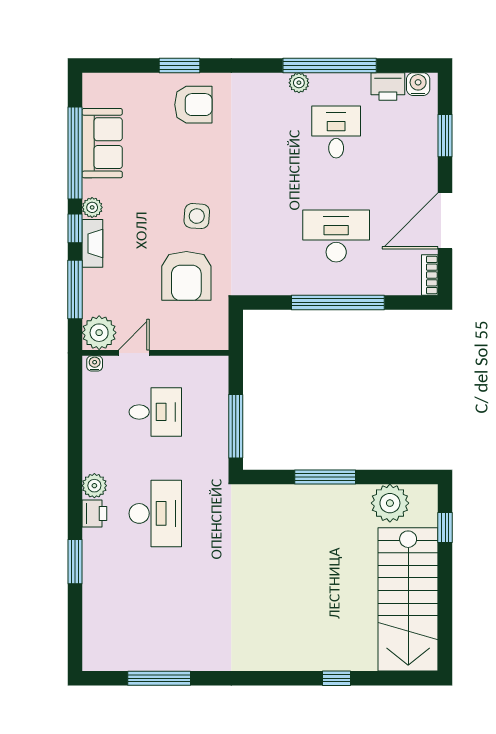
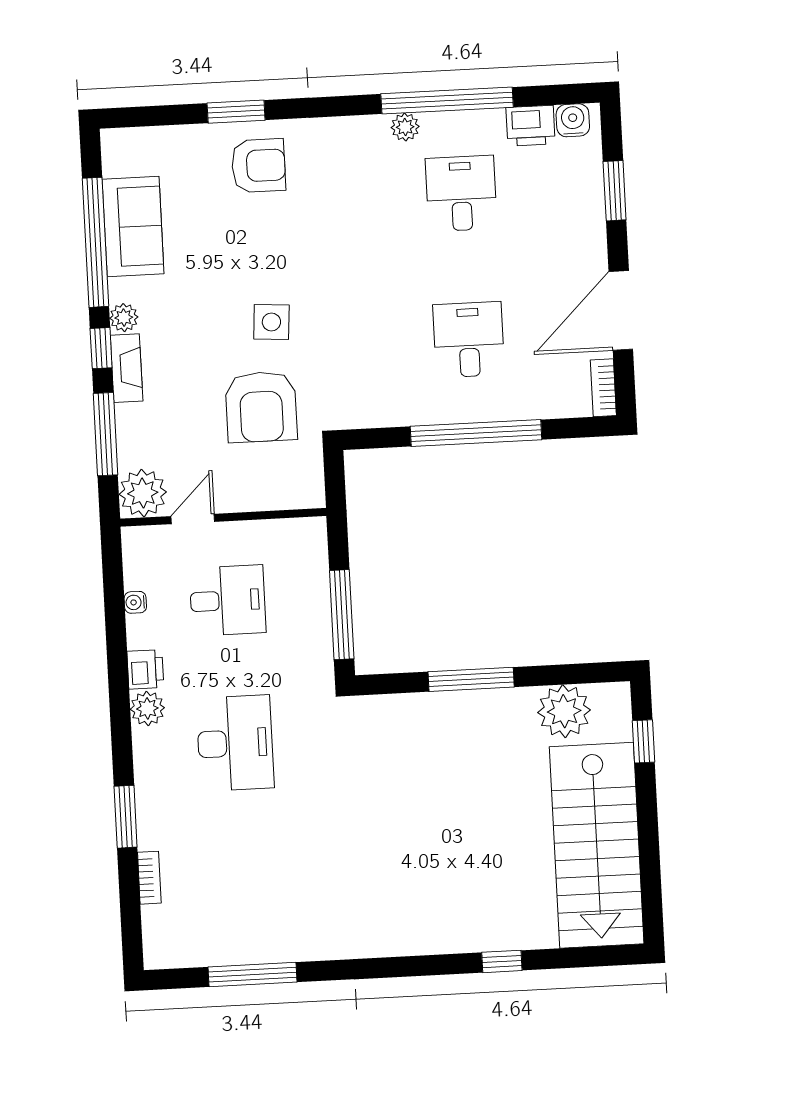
desk: (336, 236) -> (469, 340), width x0.73
water cooler: (95, 363) -> (135, 602), moved, turned -90
printer: (94, 513) -> (145, 669), moved
bookcase: (89, 606) -> (149, 878), added

